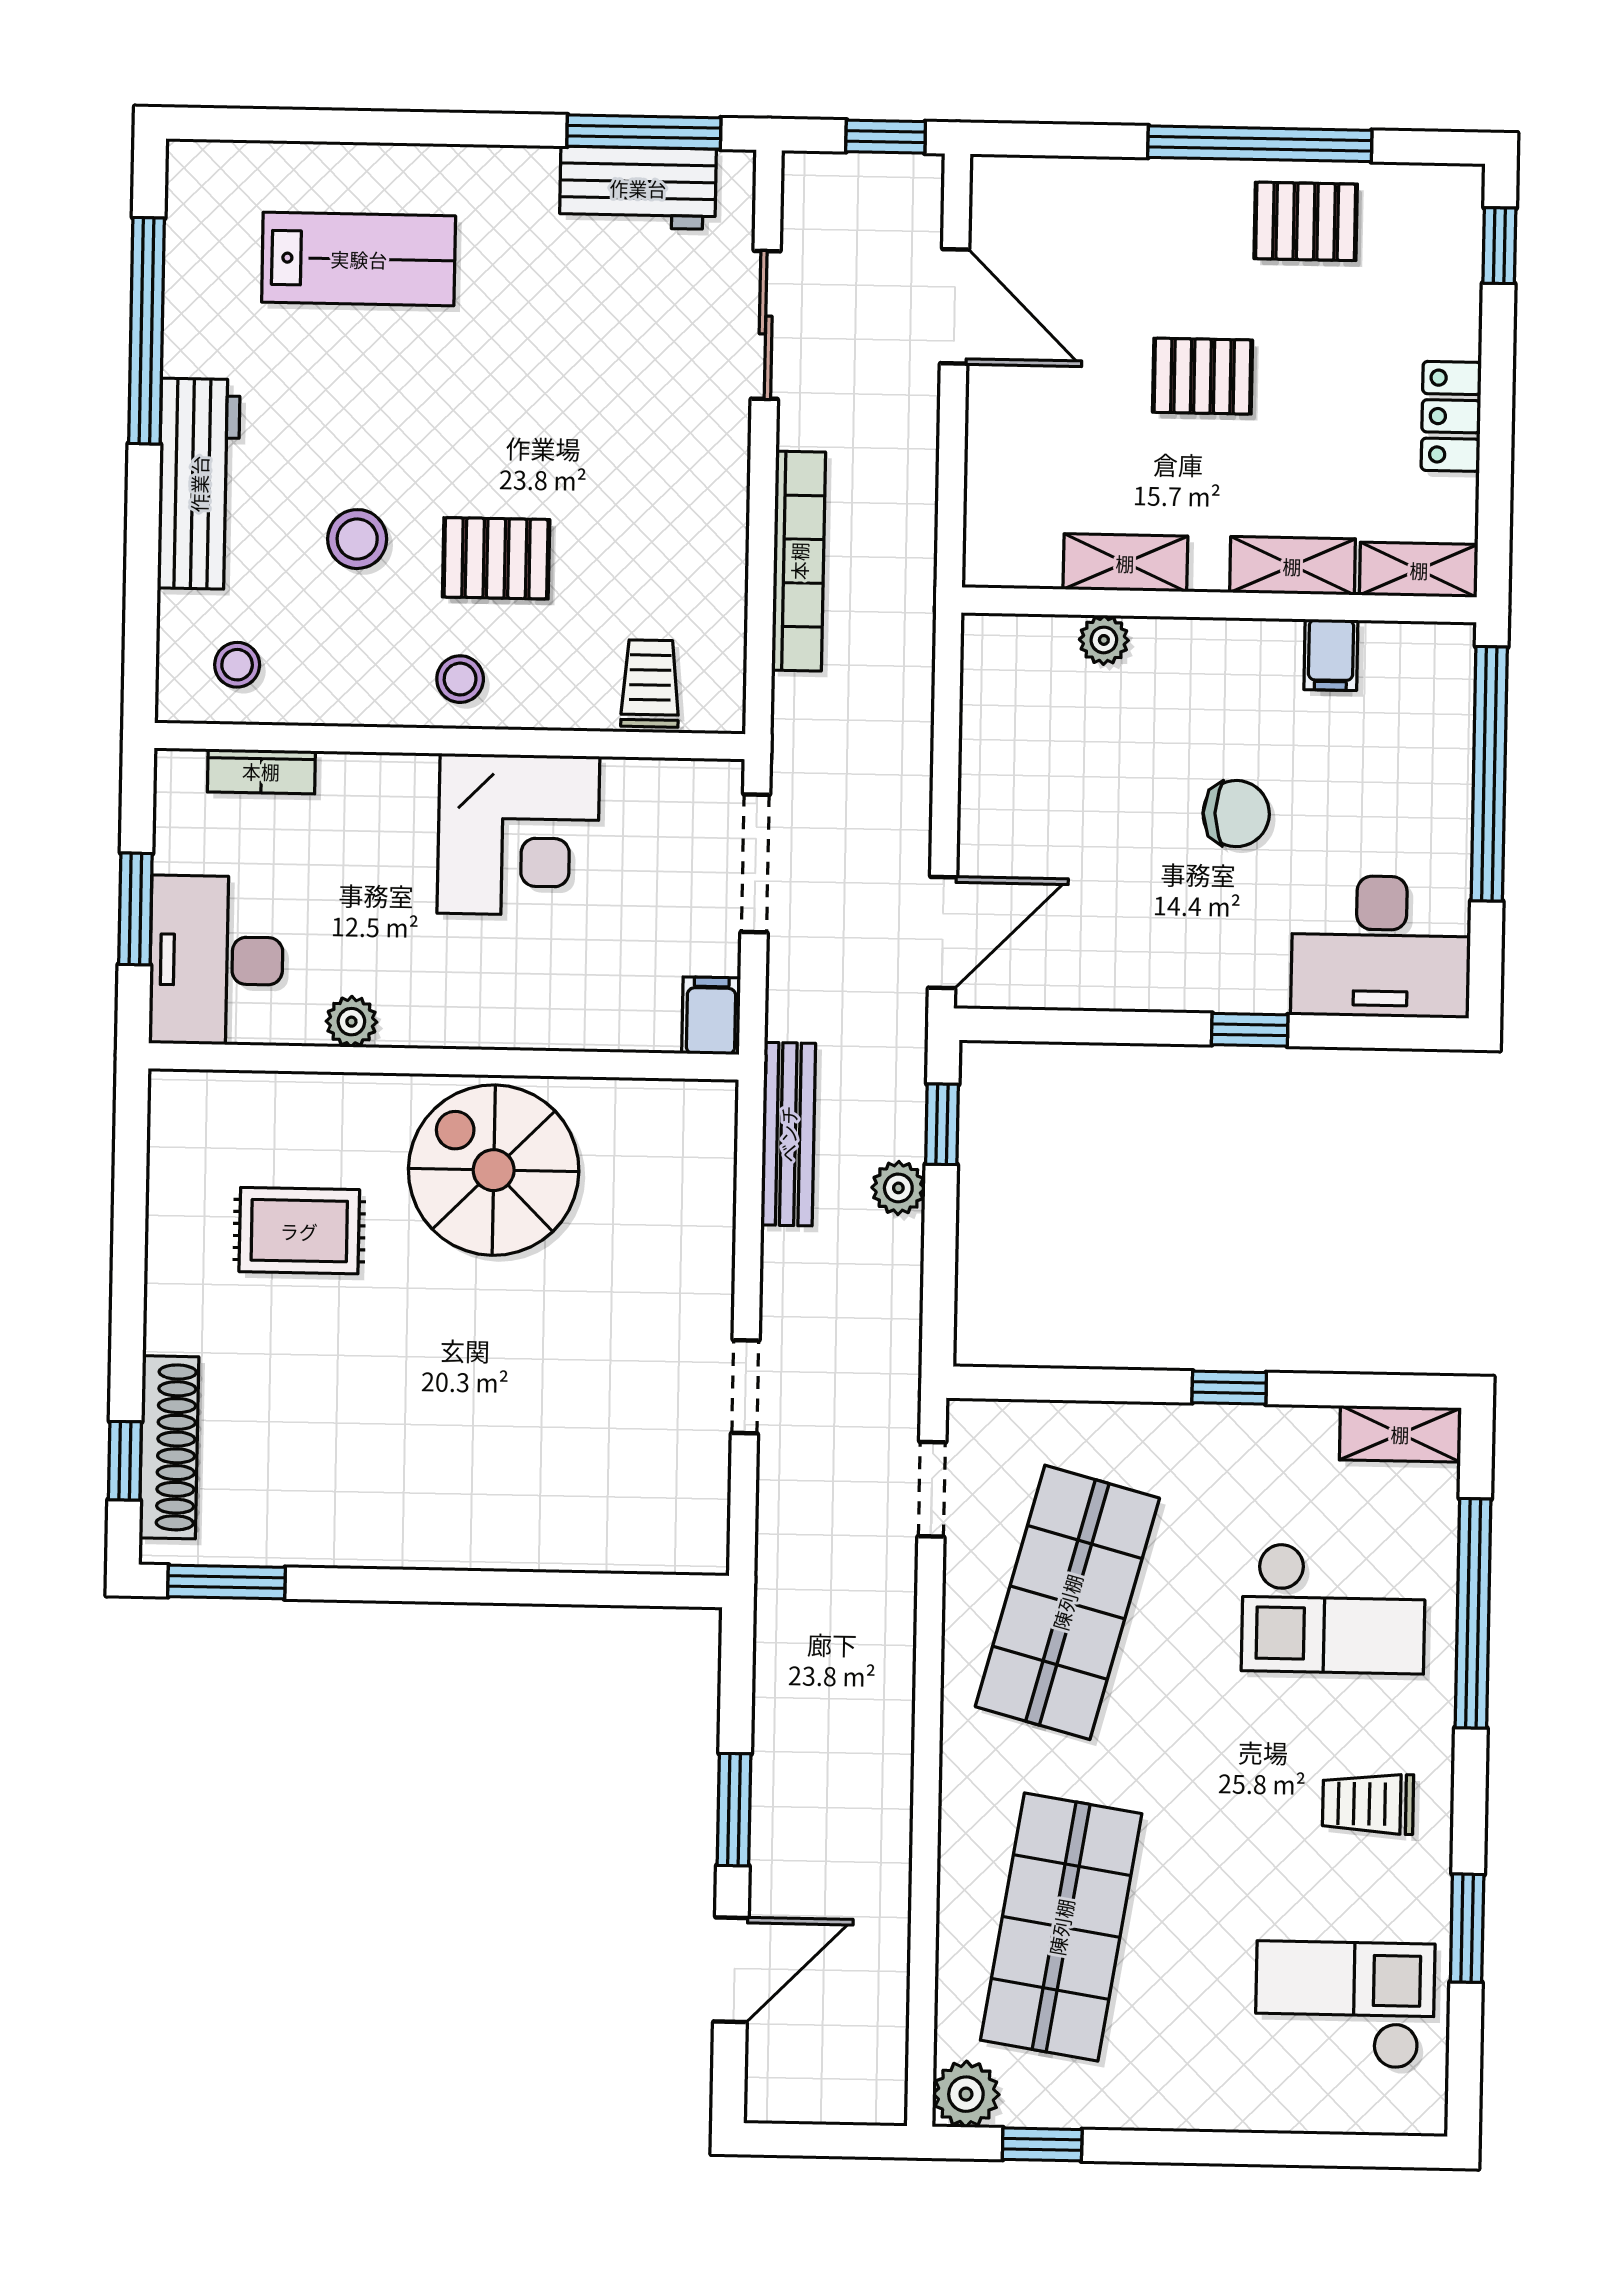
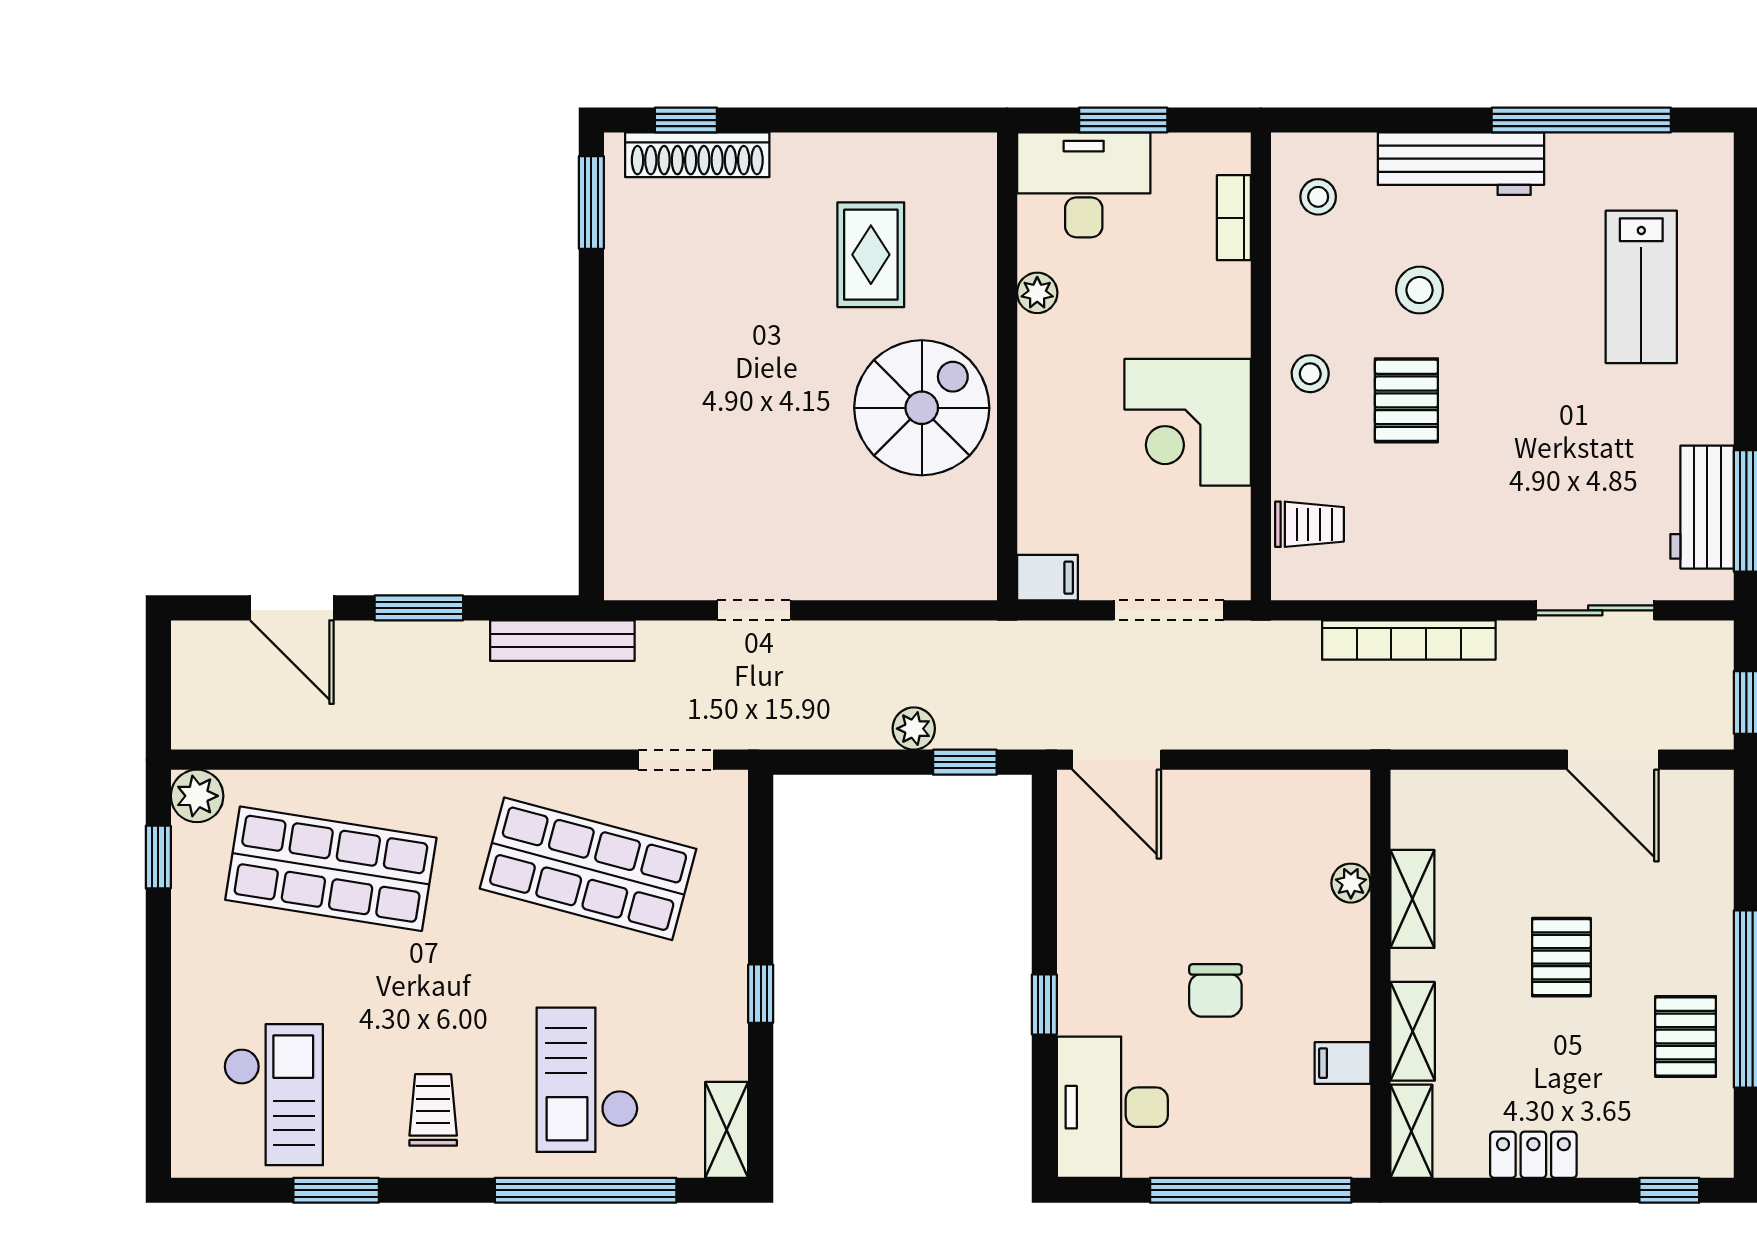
door: (955, 306) -> (1613, 760), hinge flipped
bench: (788, 1134) -> (562, 641), moved

